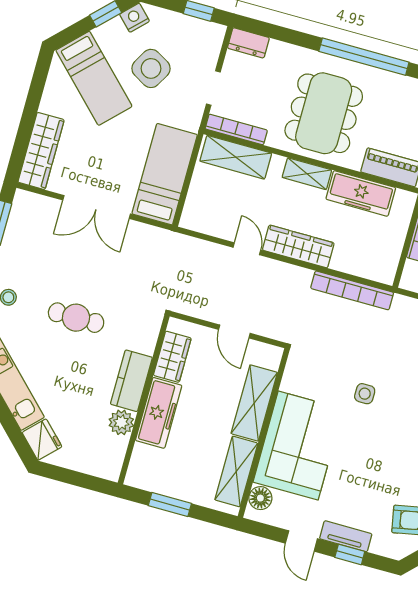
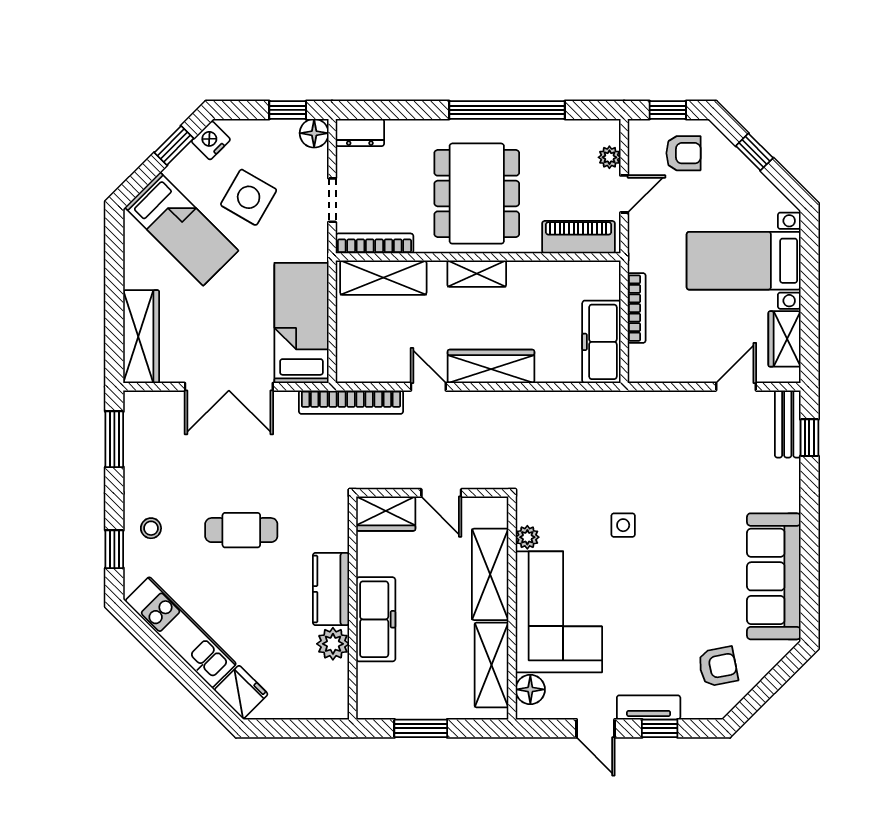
floor lamp: (214, 34) -> (314, 133), added
freezer: (361, 193) -> (601, 342), moved, turned 90
bookcase: (352, 290) -> (351, 402), moved
wardrobe: (172, 357) -> (386, 514), moved, turned 90
plant: (290, 383) -> (527, 537), added

